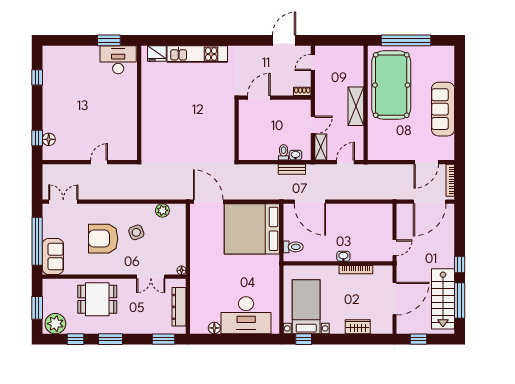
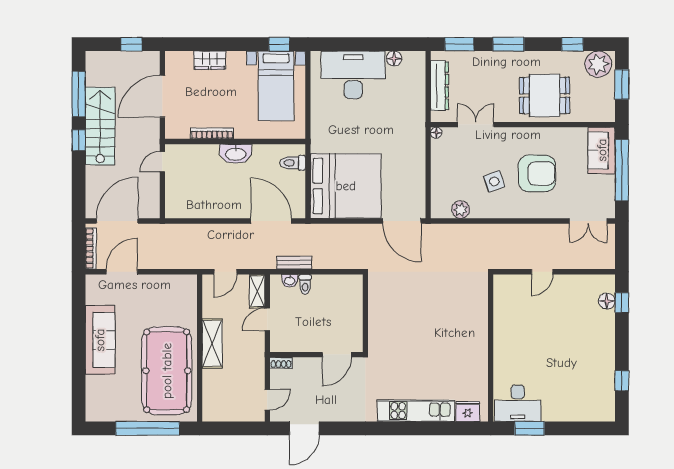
washbasin: (343, 256) -> (236, 154), width x1.91, depth x1.45
stairs: (443, 299) -> (100, 126), moved
window: (111, 339) -> (508, 44), moved

